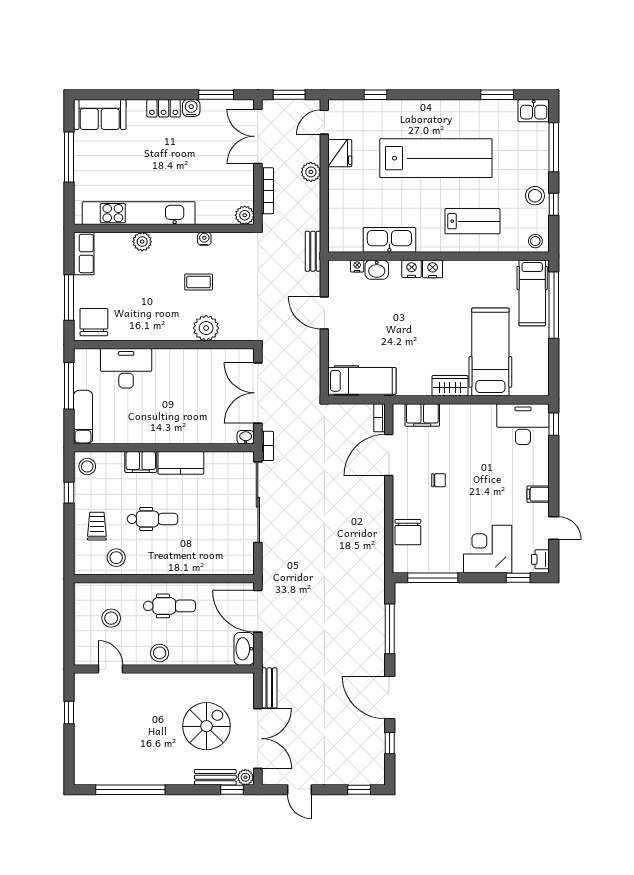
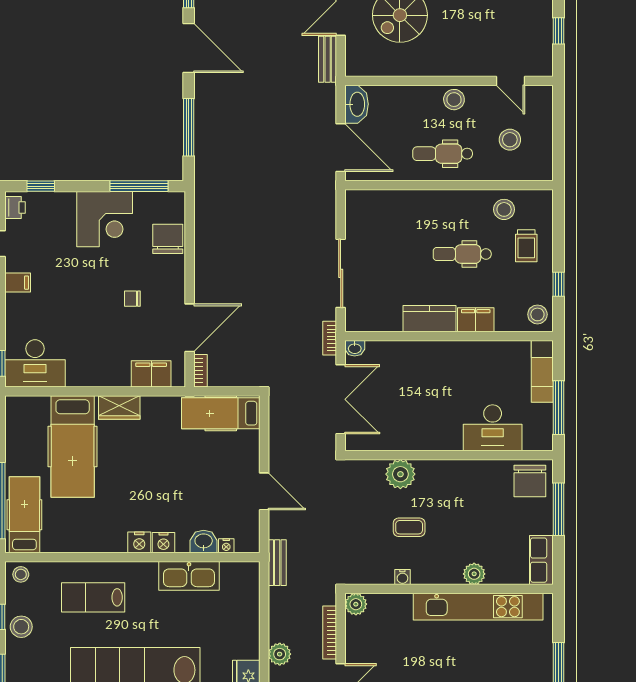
sliding door: (258, 502) -> (341, 273), width x0.73
corner desk: (488, 549) -> (105, 219), moved

